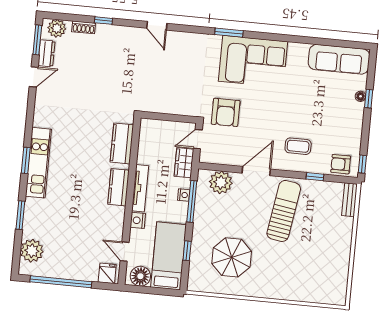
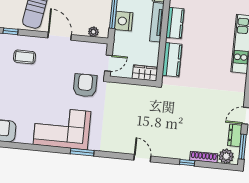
shoe rack: (84, 27) -> (204, 157), width x1.43
wardrobe: (184, 163) -> (145, 73), moved, turned -90
door: (256, 171) -> (60, 36), swing flipped
plant: (221, 182) -> (93, 32), width x0.53, depth x0.53
nightstand: (184, 195) -> (124, 21), width x1.89, depth x1.79

